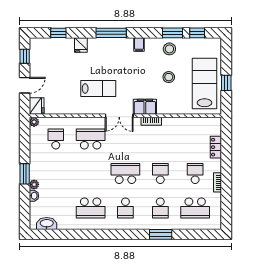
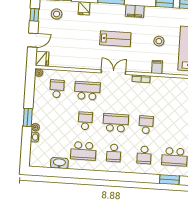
filing cabinet: (139, 45) -> (135, 11), width x2.00
stool: (169, 49) -> (57, 14), moved
lab bench: (98, 89) -> (115, 39), moved
filing cabinet: (145, 107) -> (157, 67), moved, width x0.50
double door: (119, 116) -> (113, 72), swing flipped
school desk: (195, 173) -> (85, 121), moved
washbasin: (47, 224) -> (59, 163), moved
window: (161, 234) -> (169, 180), moved

